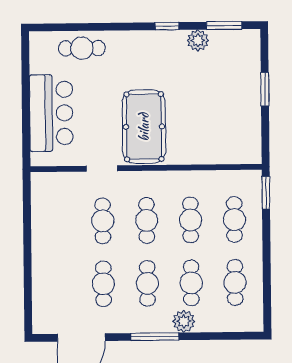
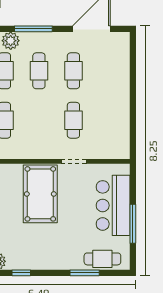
window: (86, 27) -> (85, 273), added
cafe table: (82, 48) -> (102, 259), moved
window: (26, 90) -> (133, 224), added
cafe table: (147, 220) -> (39, 120), removed

